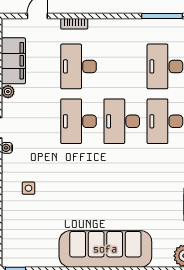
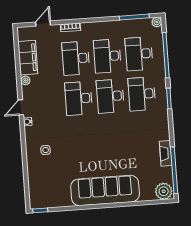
desk: (122, 66) -> (107, 56), added

